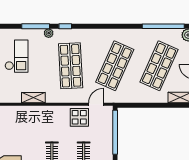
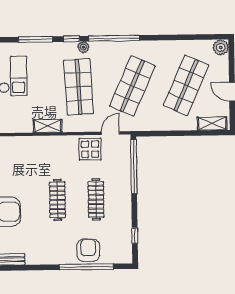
window: (163, 26) -> (114, 38), moved
plant: (49, 33) -> (83, 47), moved
shelving: (33, 98) -> (48, 126), moved

